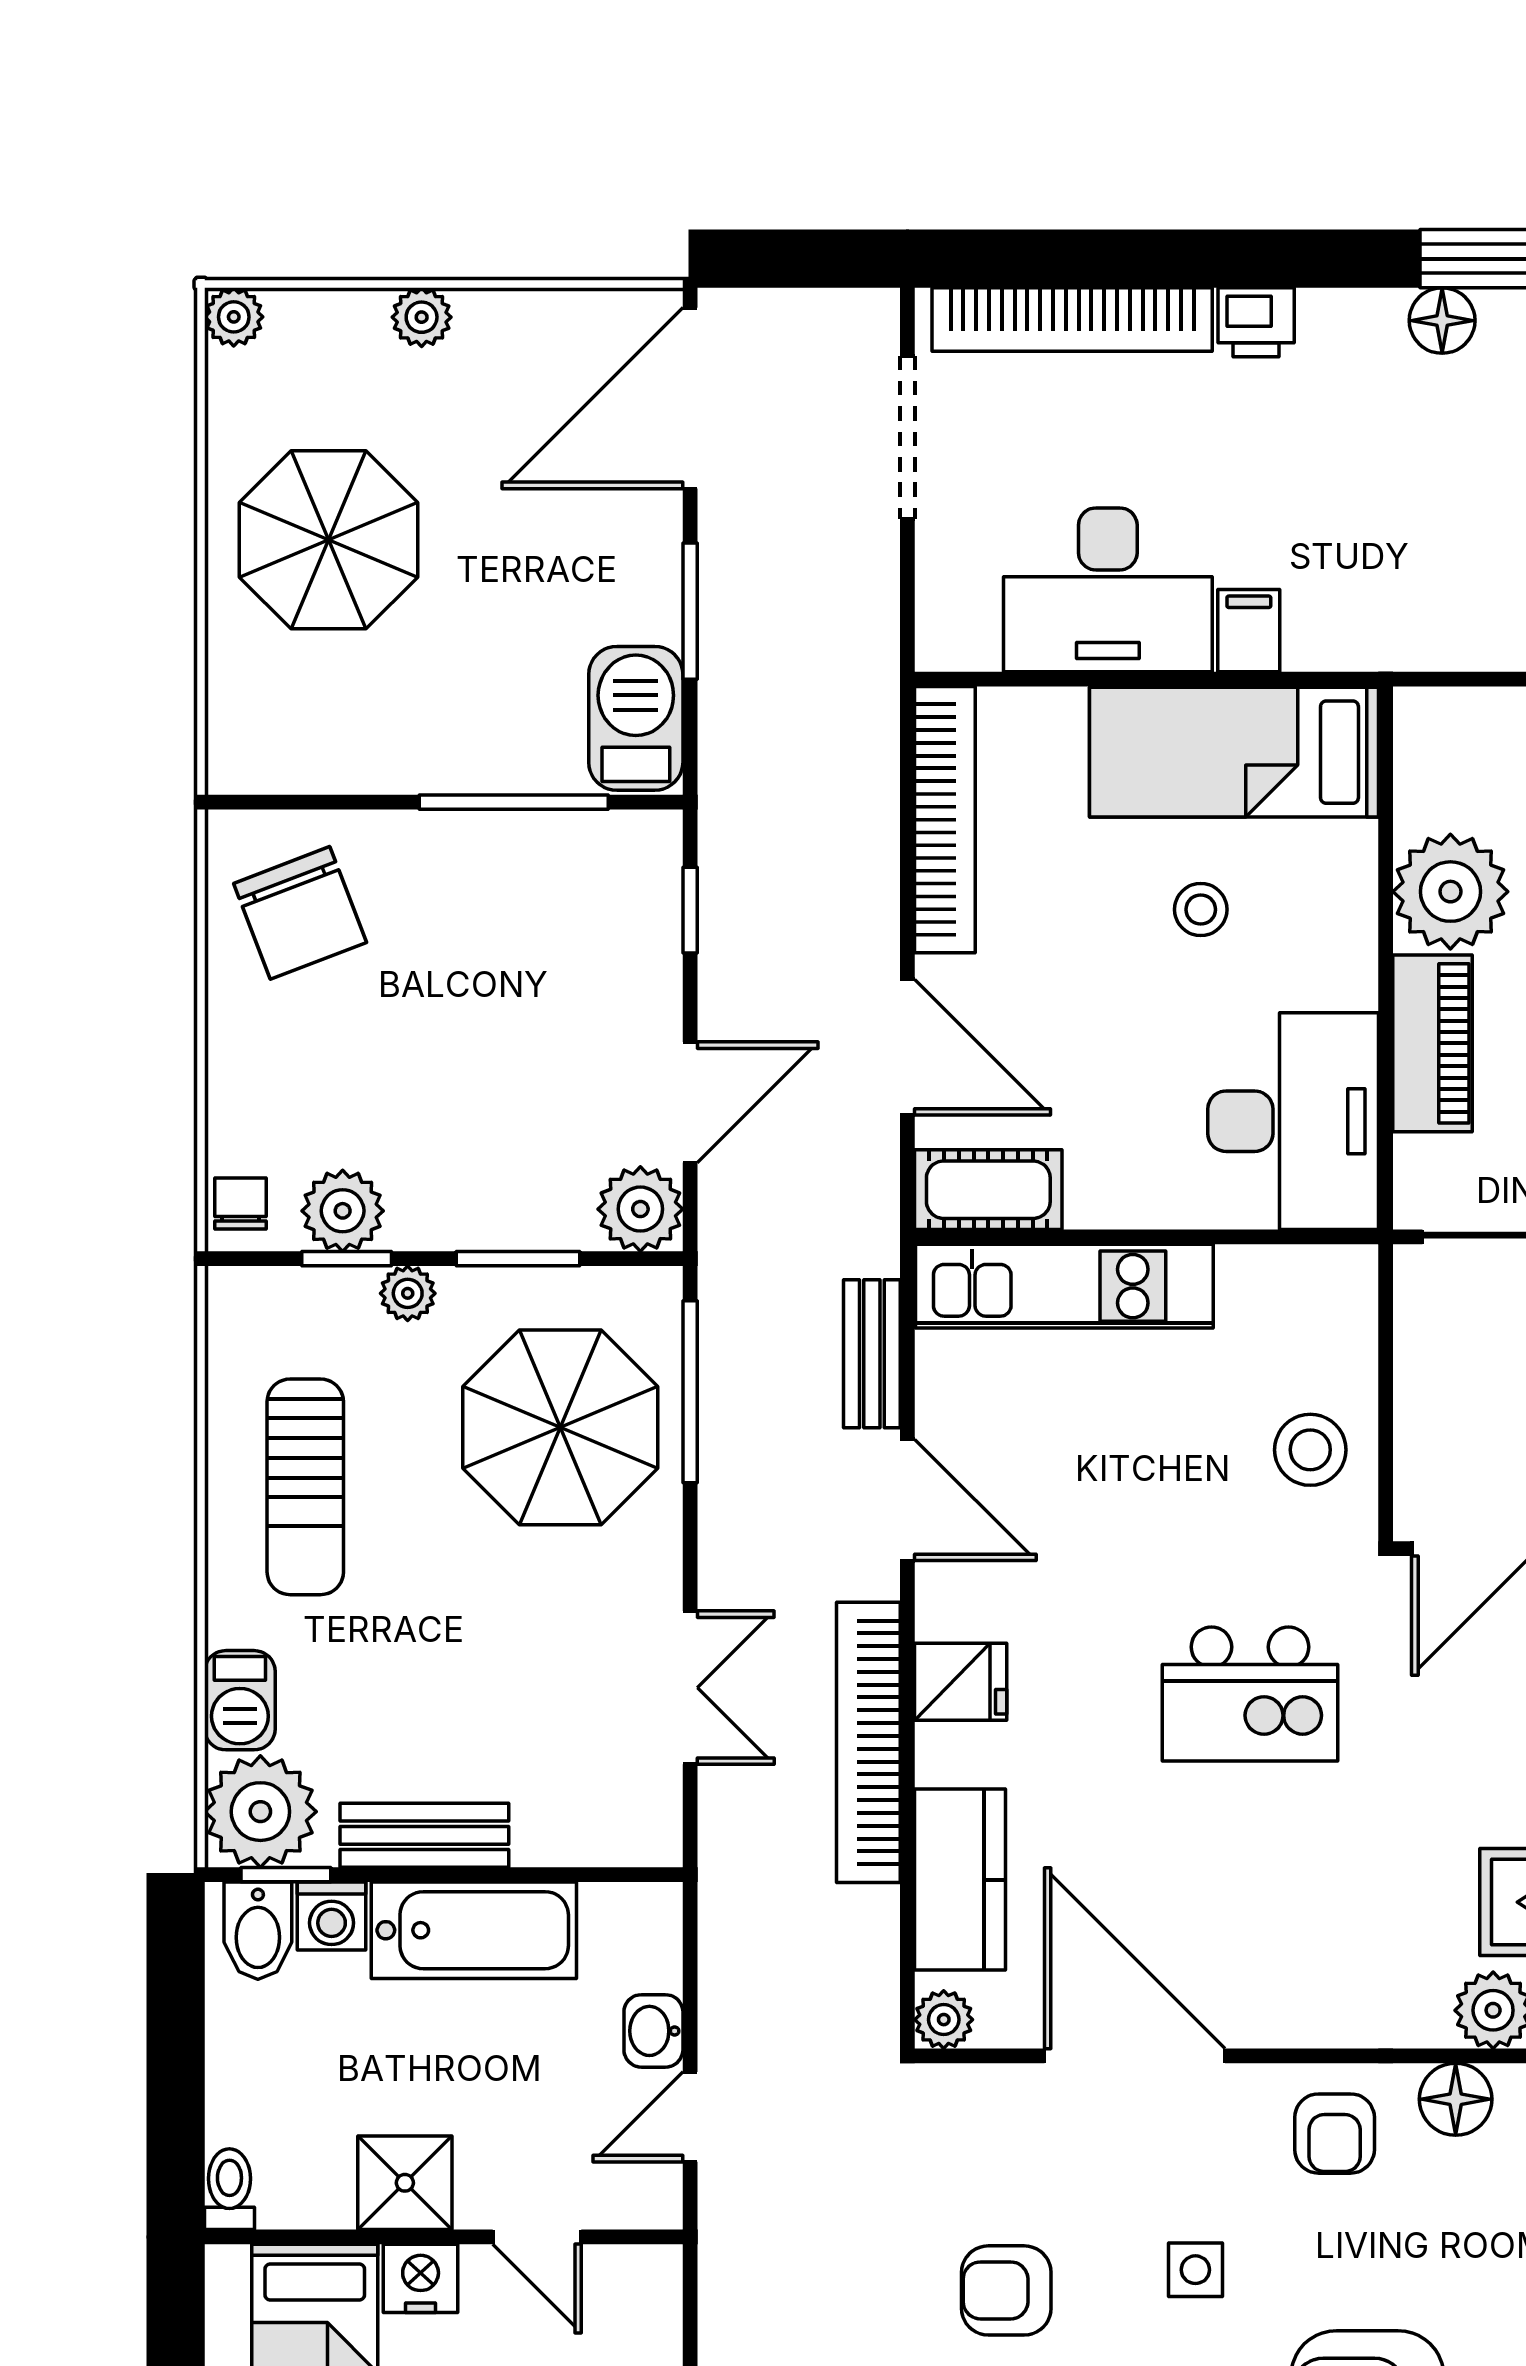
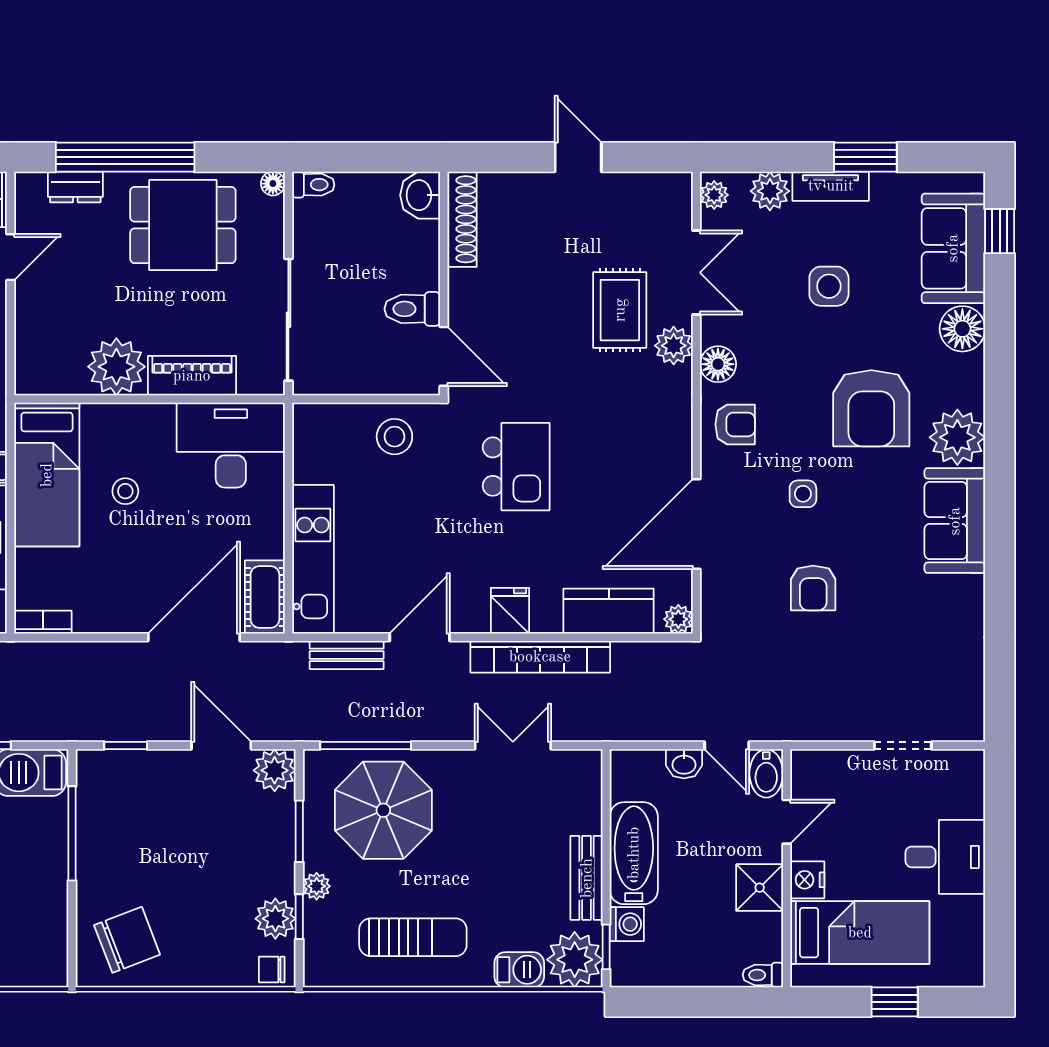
bookcase: (945, 820) -> (43, 622), width x0.43, depth x0.76
door: (907, 1047) -> (194, 637), width x1.36
bidet: (258, 1931) -> (766, 773), moved, turned 90

